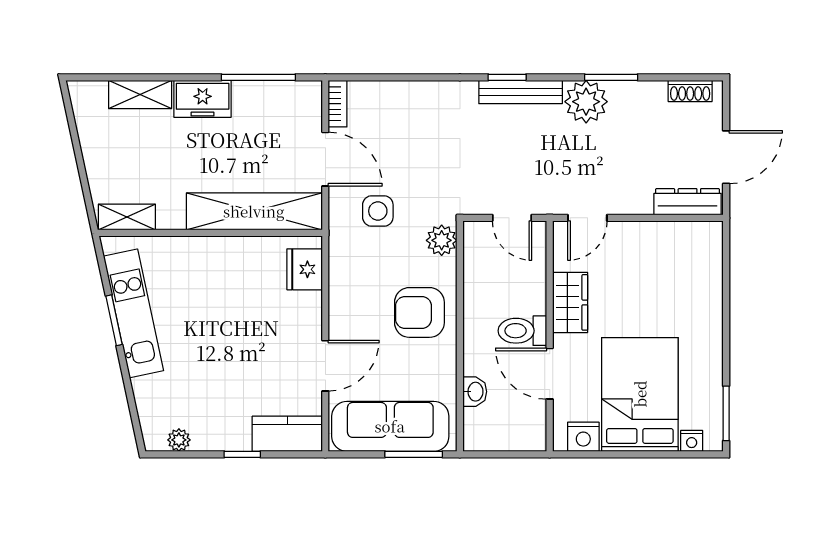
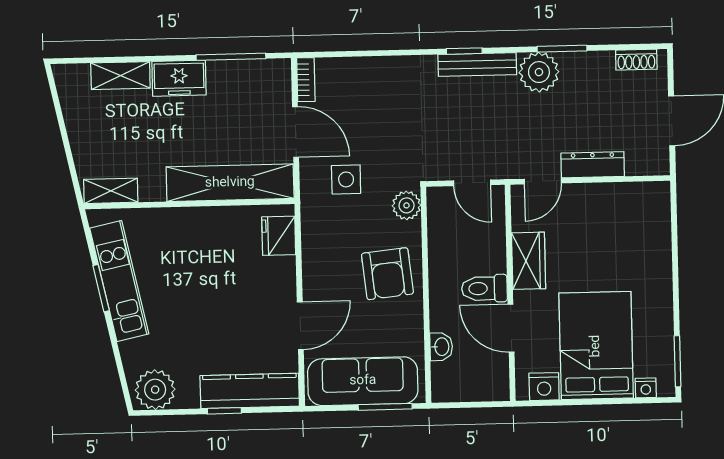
dresser: (688, 202) -> (593, 165), moved
armchair: (419, 312) -> (387, 274), turned -96
kitchen counter: (287, 434) -> (250, 391), width x1.50
plant: (179, 440) -> (155, 390), width x1.88, depth x1.88

